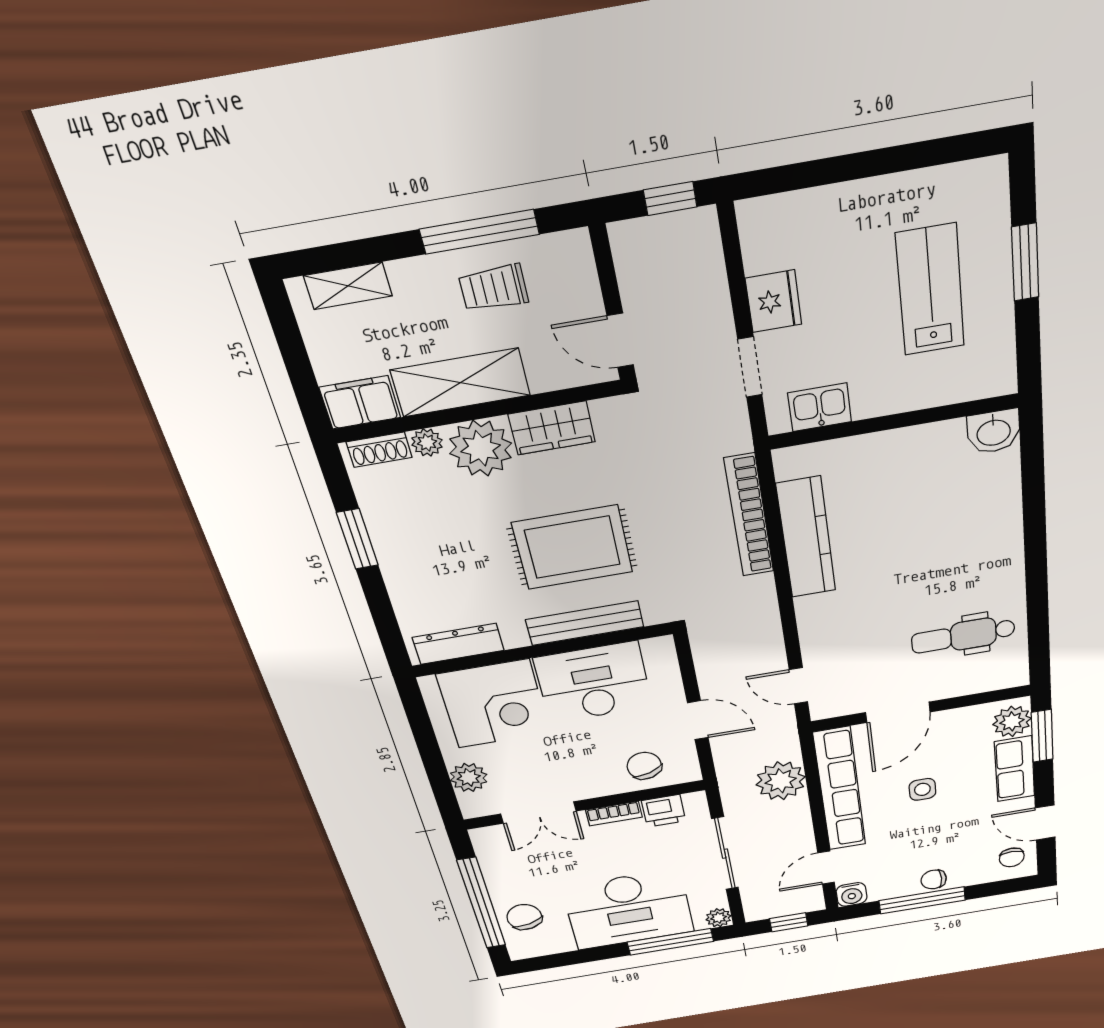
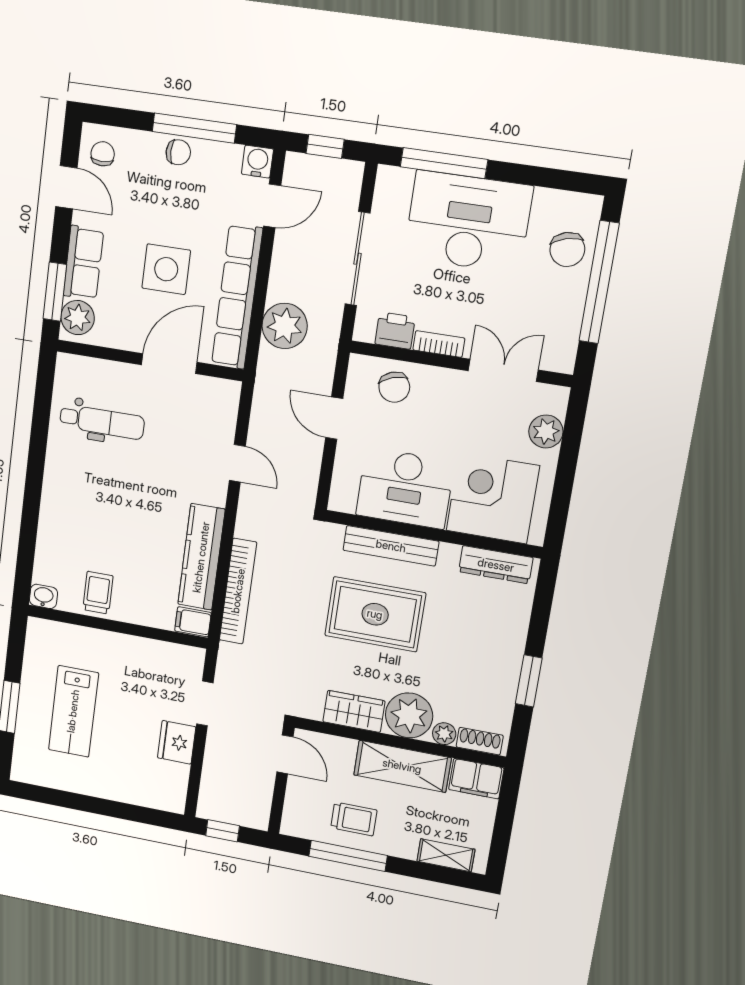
kitchen sink: (820, 407) -> (165, 657), removed
washbasin: (994, 432) -> (43, 596), width x0.72, depth x0.69
trolley: (928, 453) -> (98, 593), added
filing cabinet: (795, 462) -> (193, 622), added
door: (798, 686) -> (237, 463), moved
side table: (922, 789) -> (166, 269), width x1.87, depth x1.87
plant: (719, 918) -> (388, 178), removed

